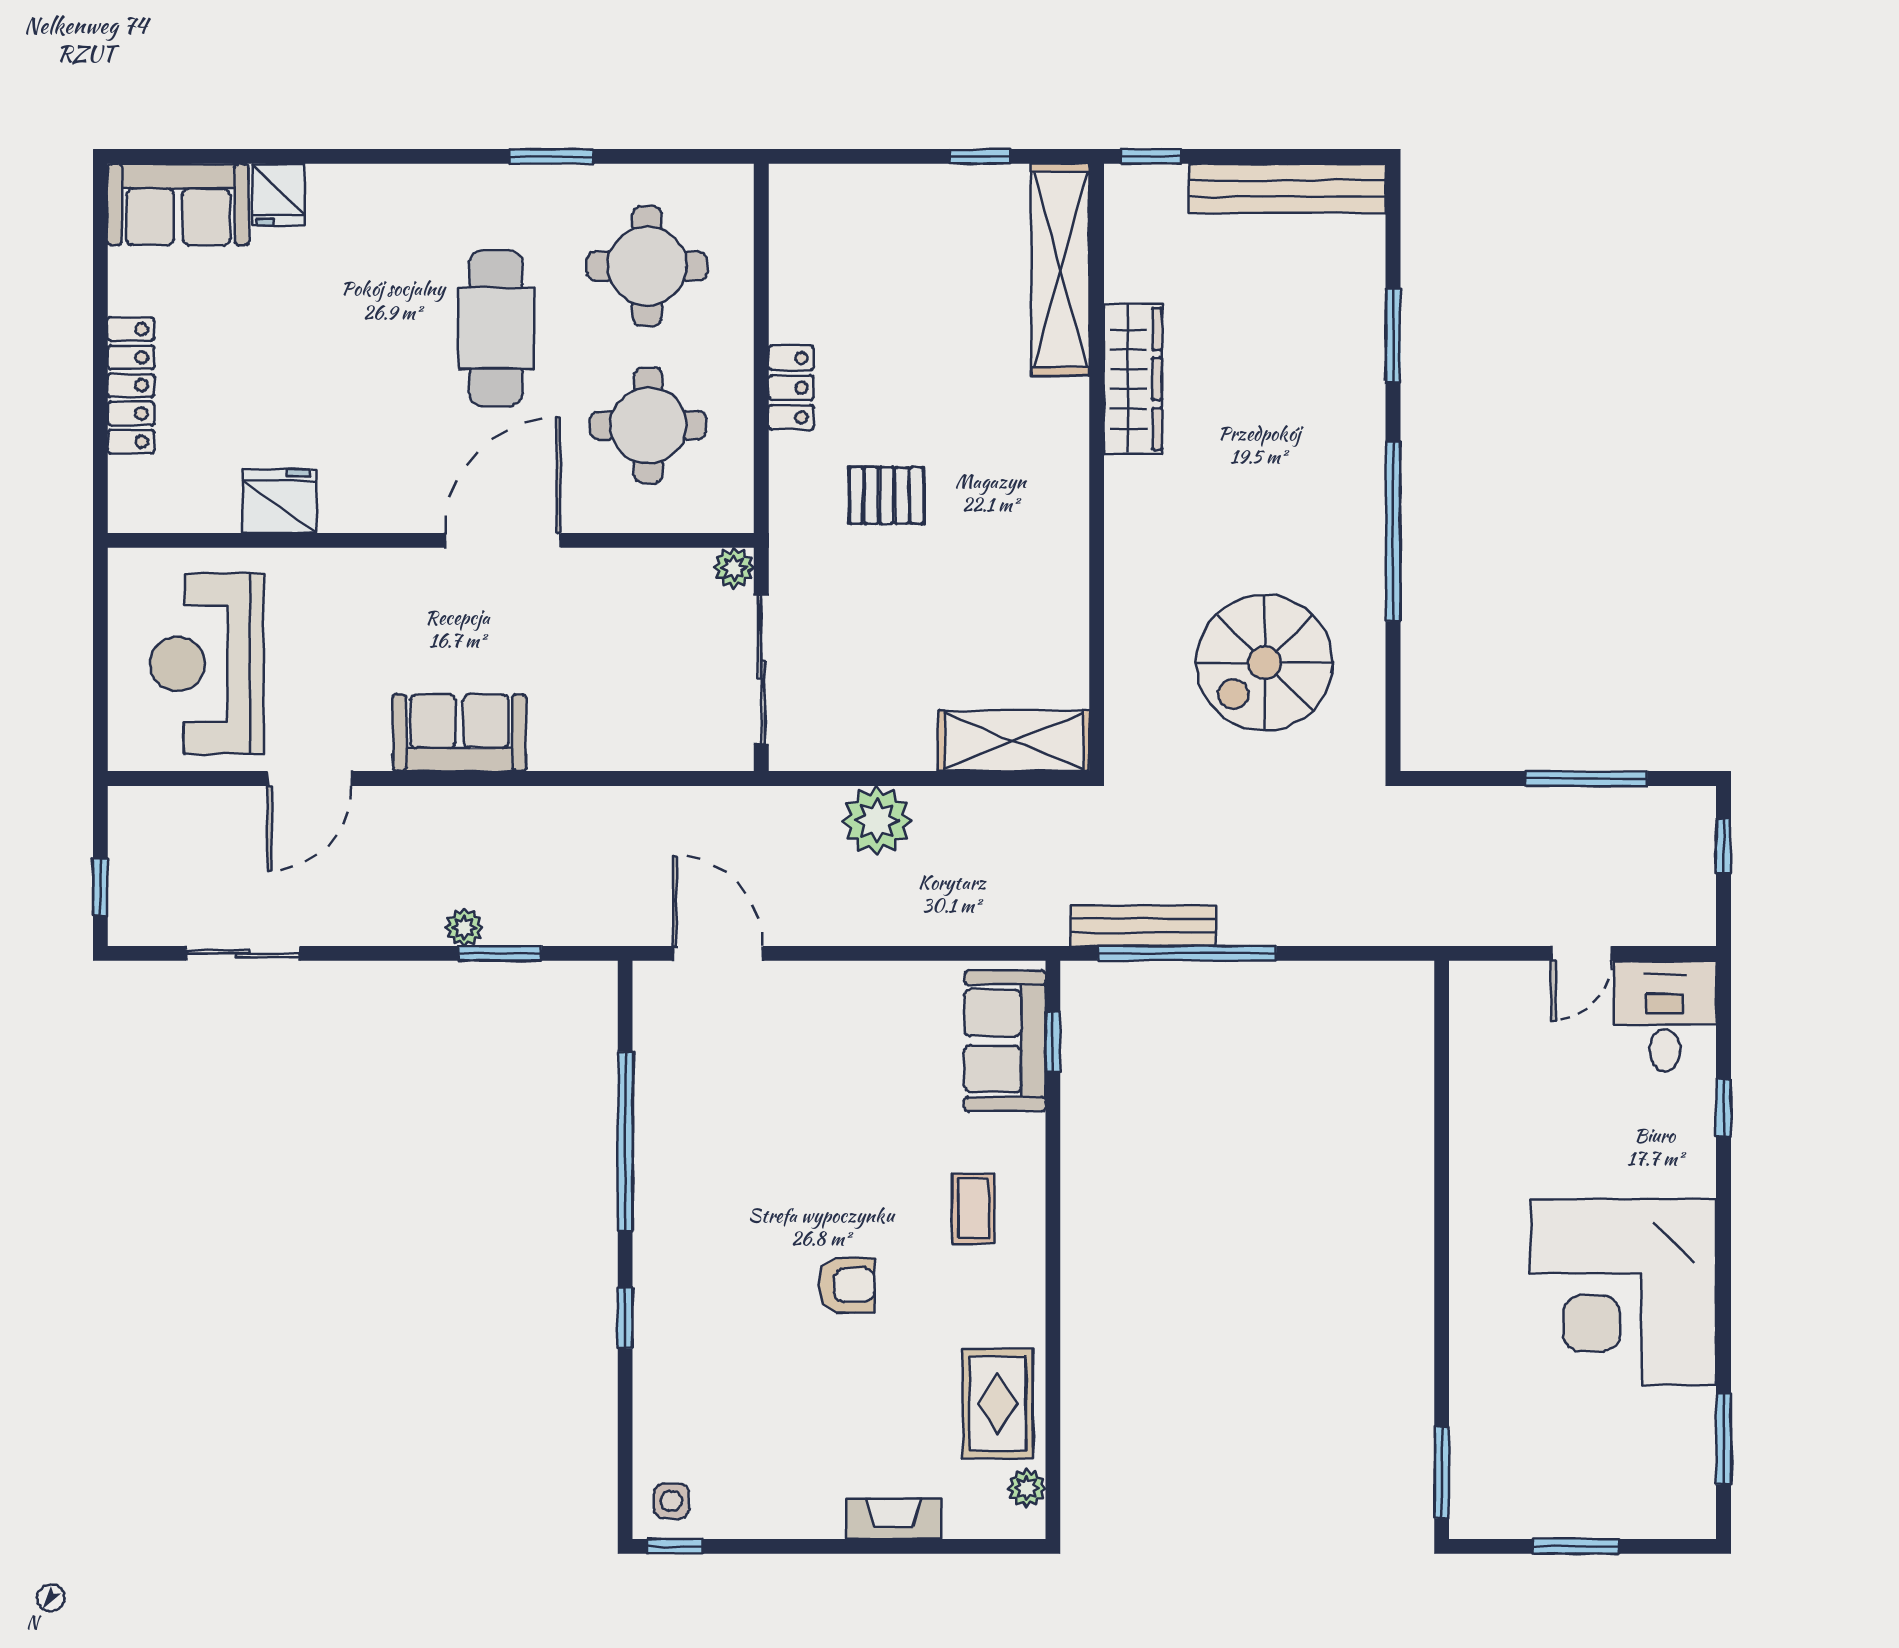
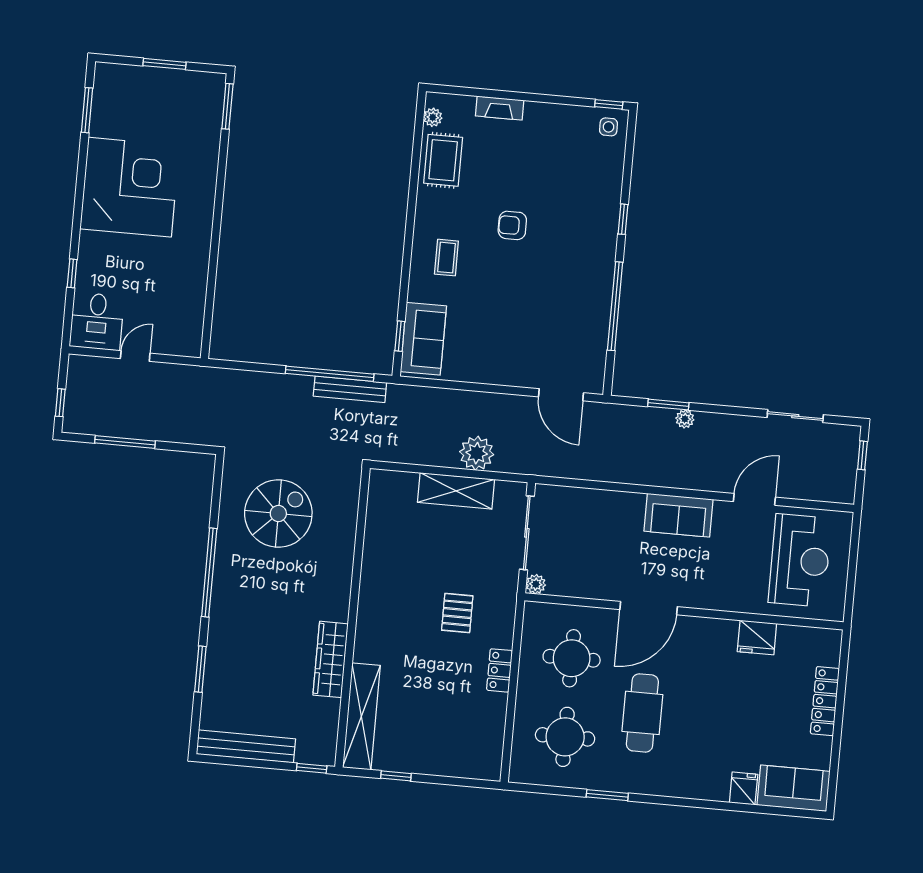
pallet: (886, 495) -> (457, 613), turned 90
shelving: (1014, 741) -> (456, 491), moved

